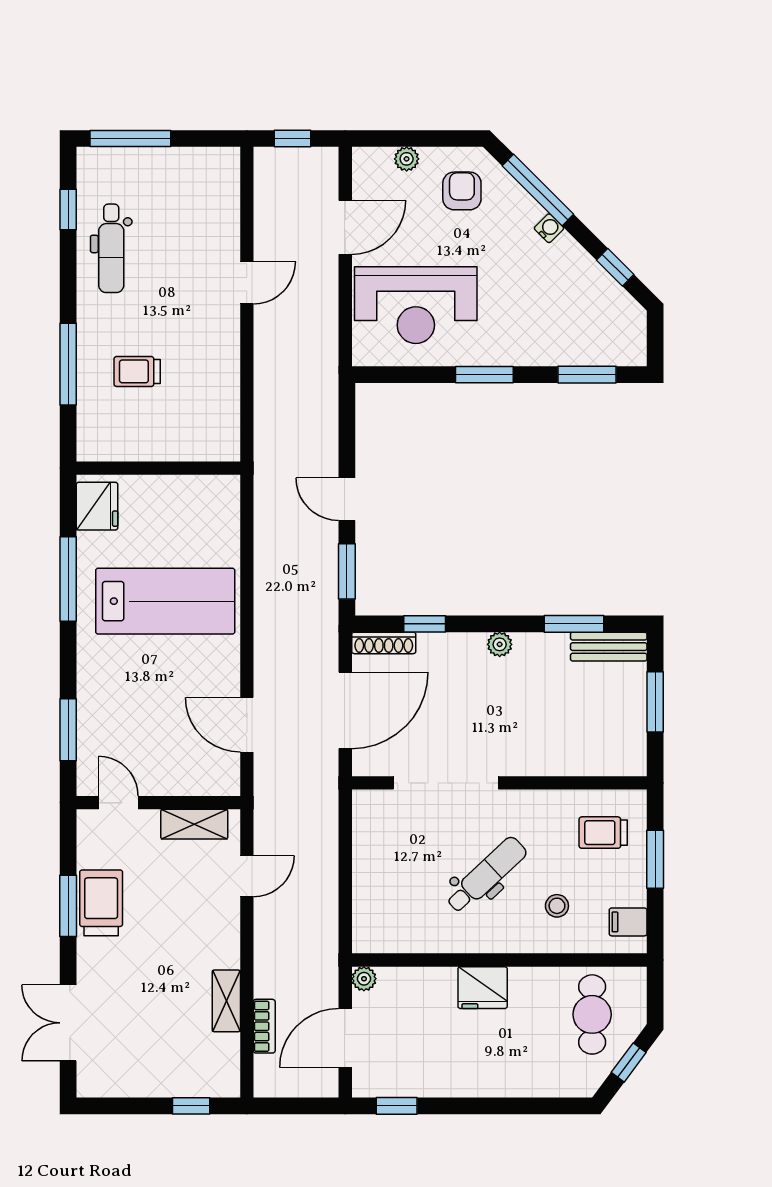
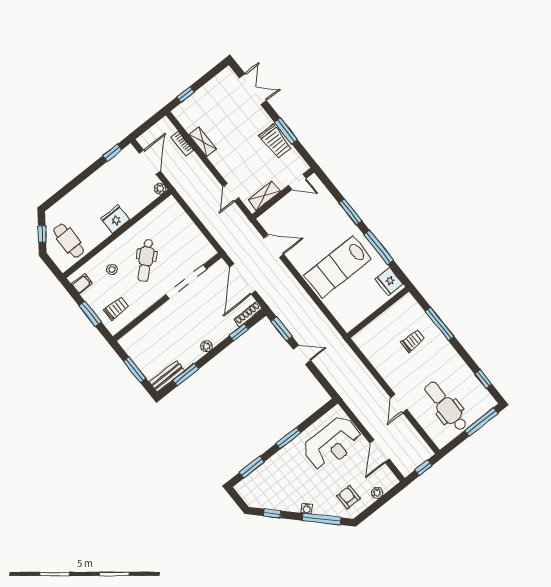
armchair: (462, 191) -> (348, 497), turned 180
dental chair: (111, 248) -> (446, 406), moved, width x1.36, depth x1.38
reception desk: (416, 305) -> (332, 443), turned 180
window: (68, 730) -> (351, 212), moved

